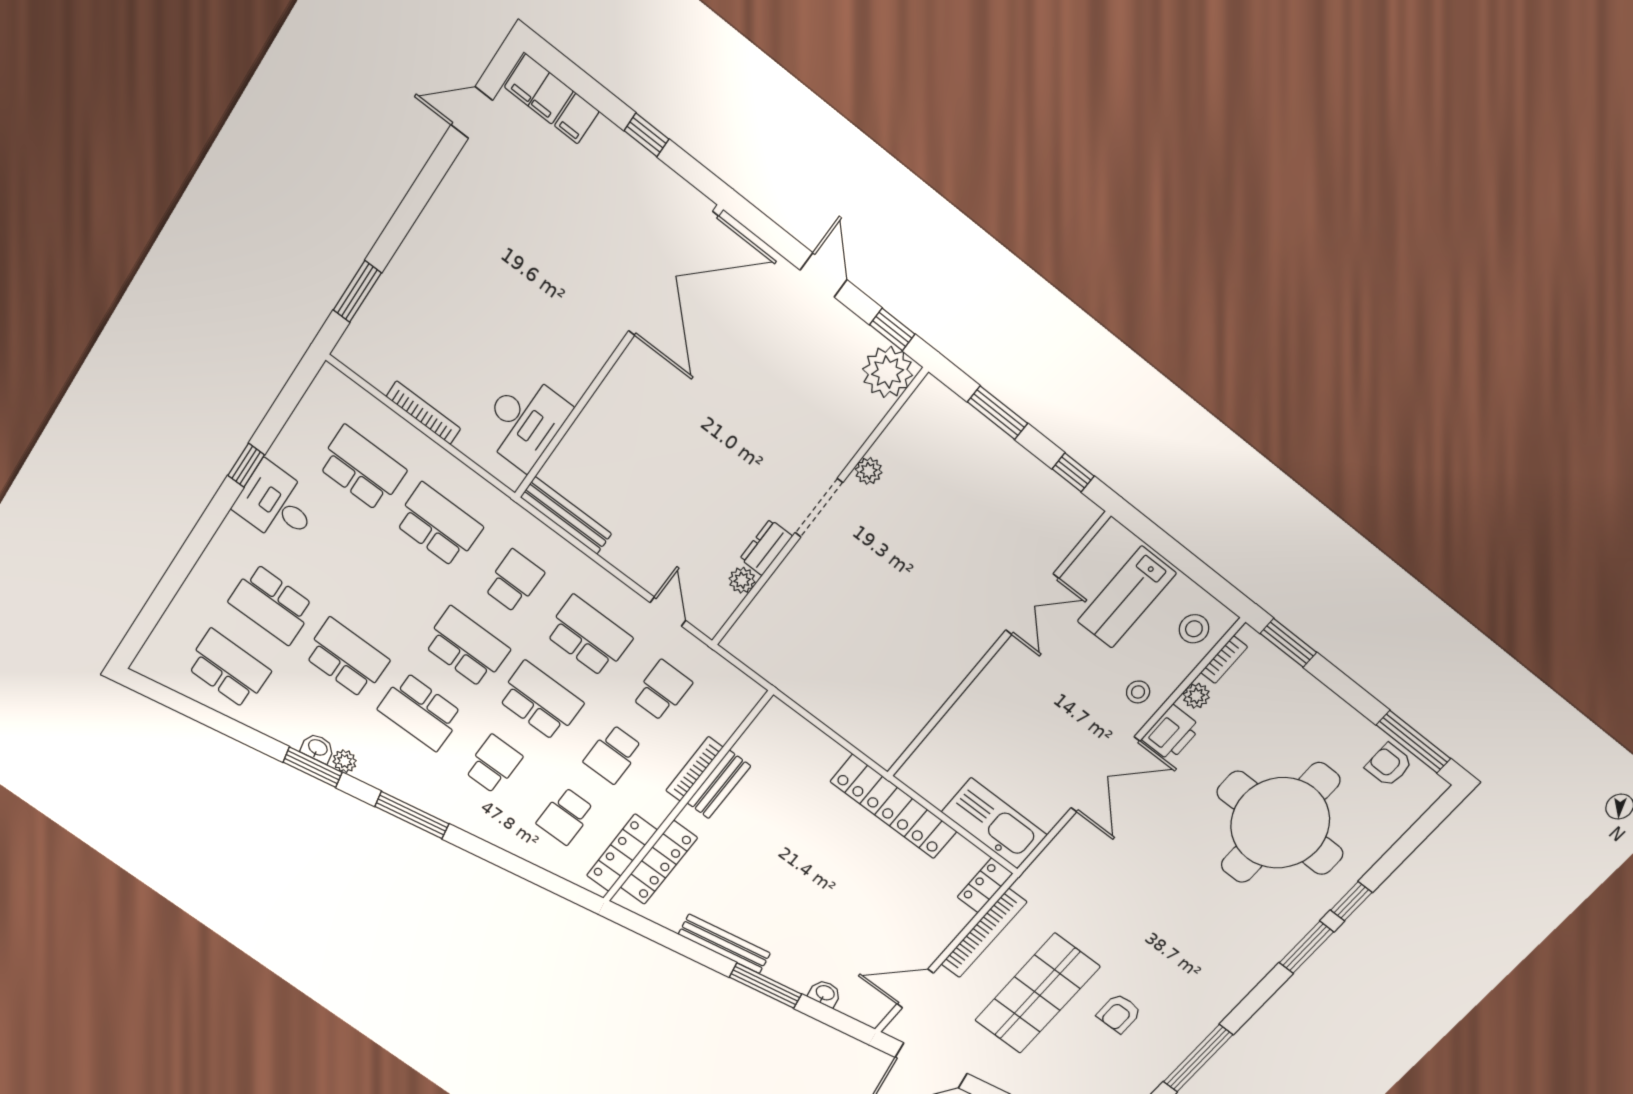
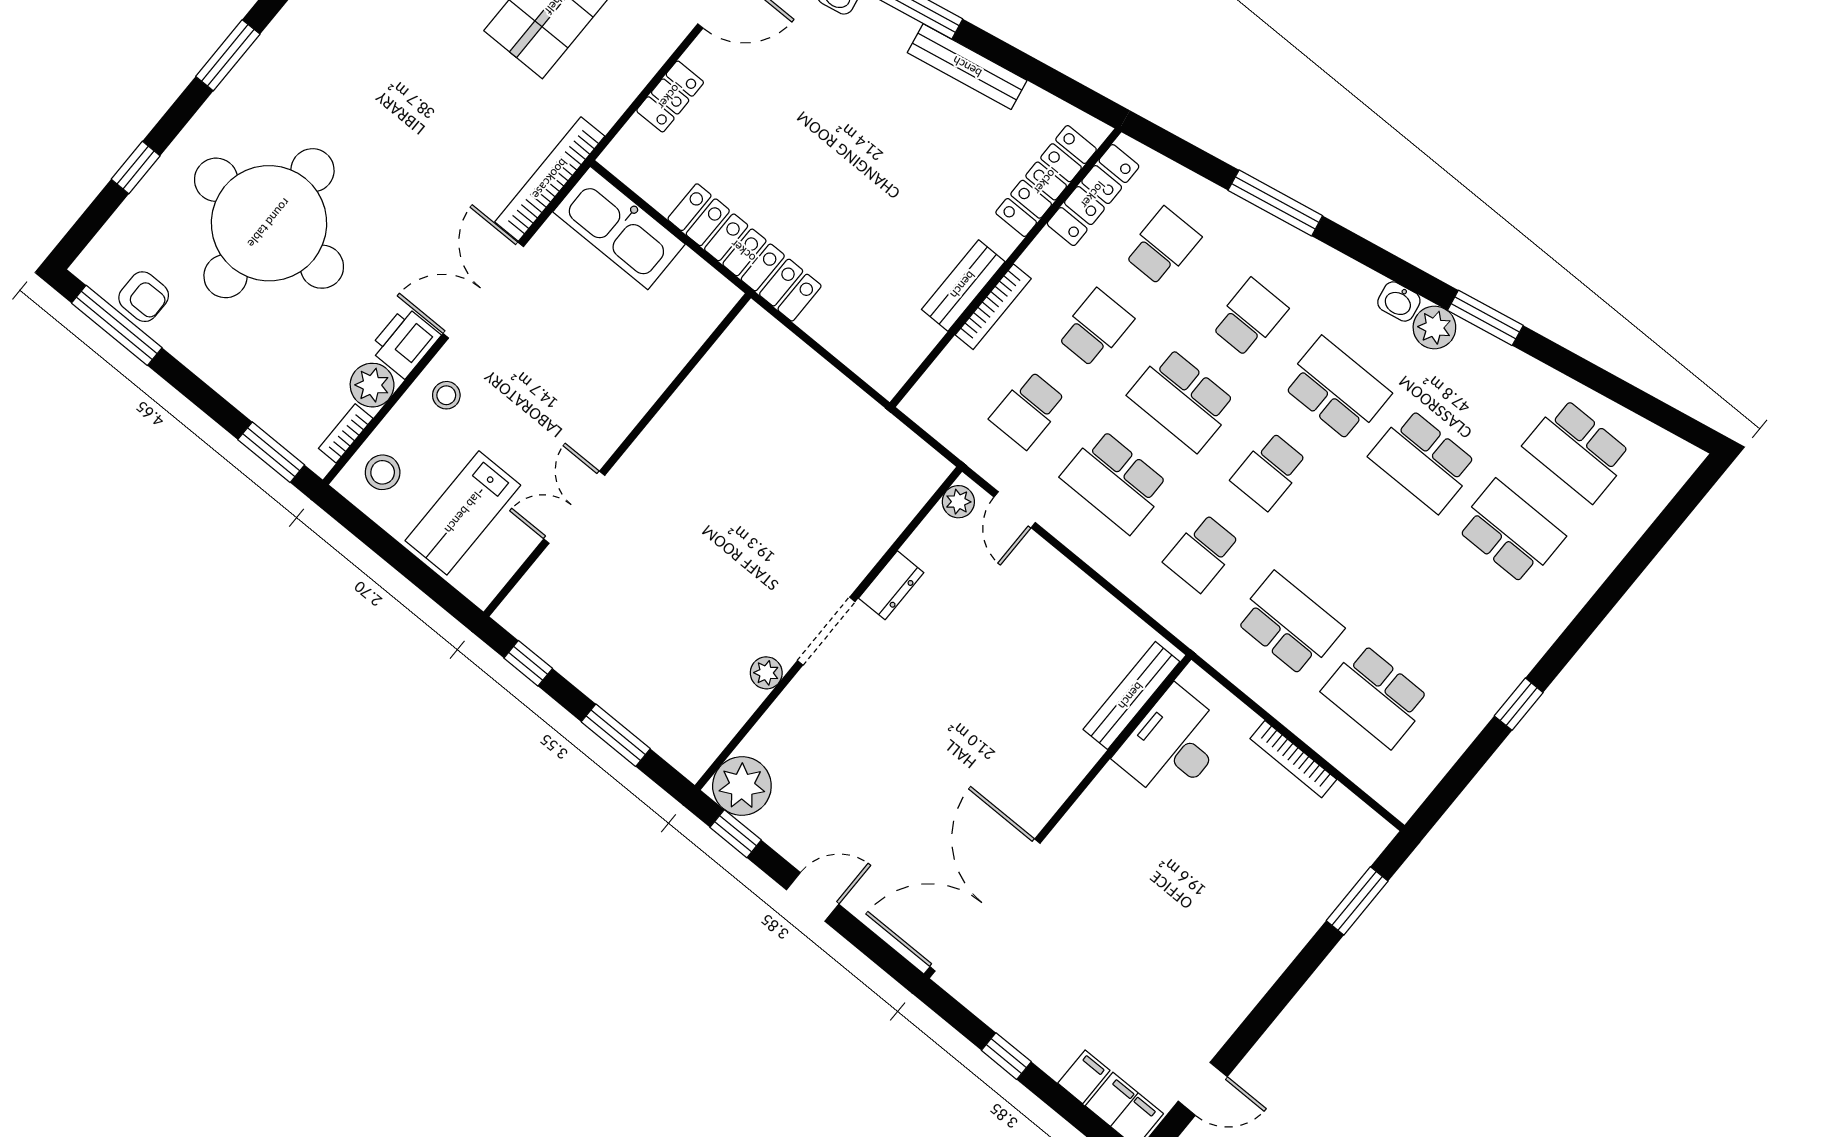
door: (823, 275) -> (813, 897), swing flipped
desk: (276, 504) -> (1488, 656), removed
bench: (566, 516) -> (1131, 696), moved, turned 90
school desk: (438, 525) -> (1289, 624), turned 180
plant: (742, 580) -> (958, 502), moved
lab bench: (1127, 597) -> (463, 513), turned 180
school desk: (466, 647) -> (1269, 471), width x0.54
plant: (1196, 696) -> (372, 385), width x1.38, depth x1.38
washbasin: (318, 748) -> (1399, 302), moved
plant: (345, 761) -> (1434, 327), width x1.38, depth x1.38
school desk: (493, 764) -> (1249, 318), turned 180
window: (412, 815) -> (1275, 203), moved
locker: (985, 885) -> (670, 96), moved
window: (1351, 901) -> (136, 167), moved
bookcase: (984, 933) -> (550, 179), moved

